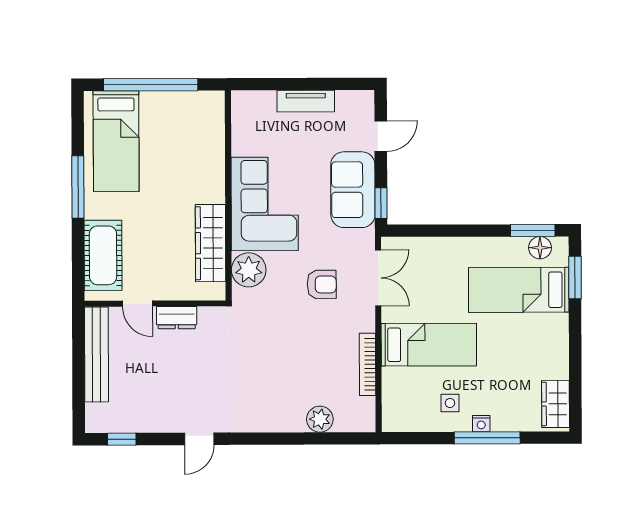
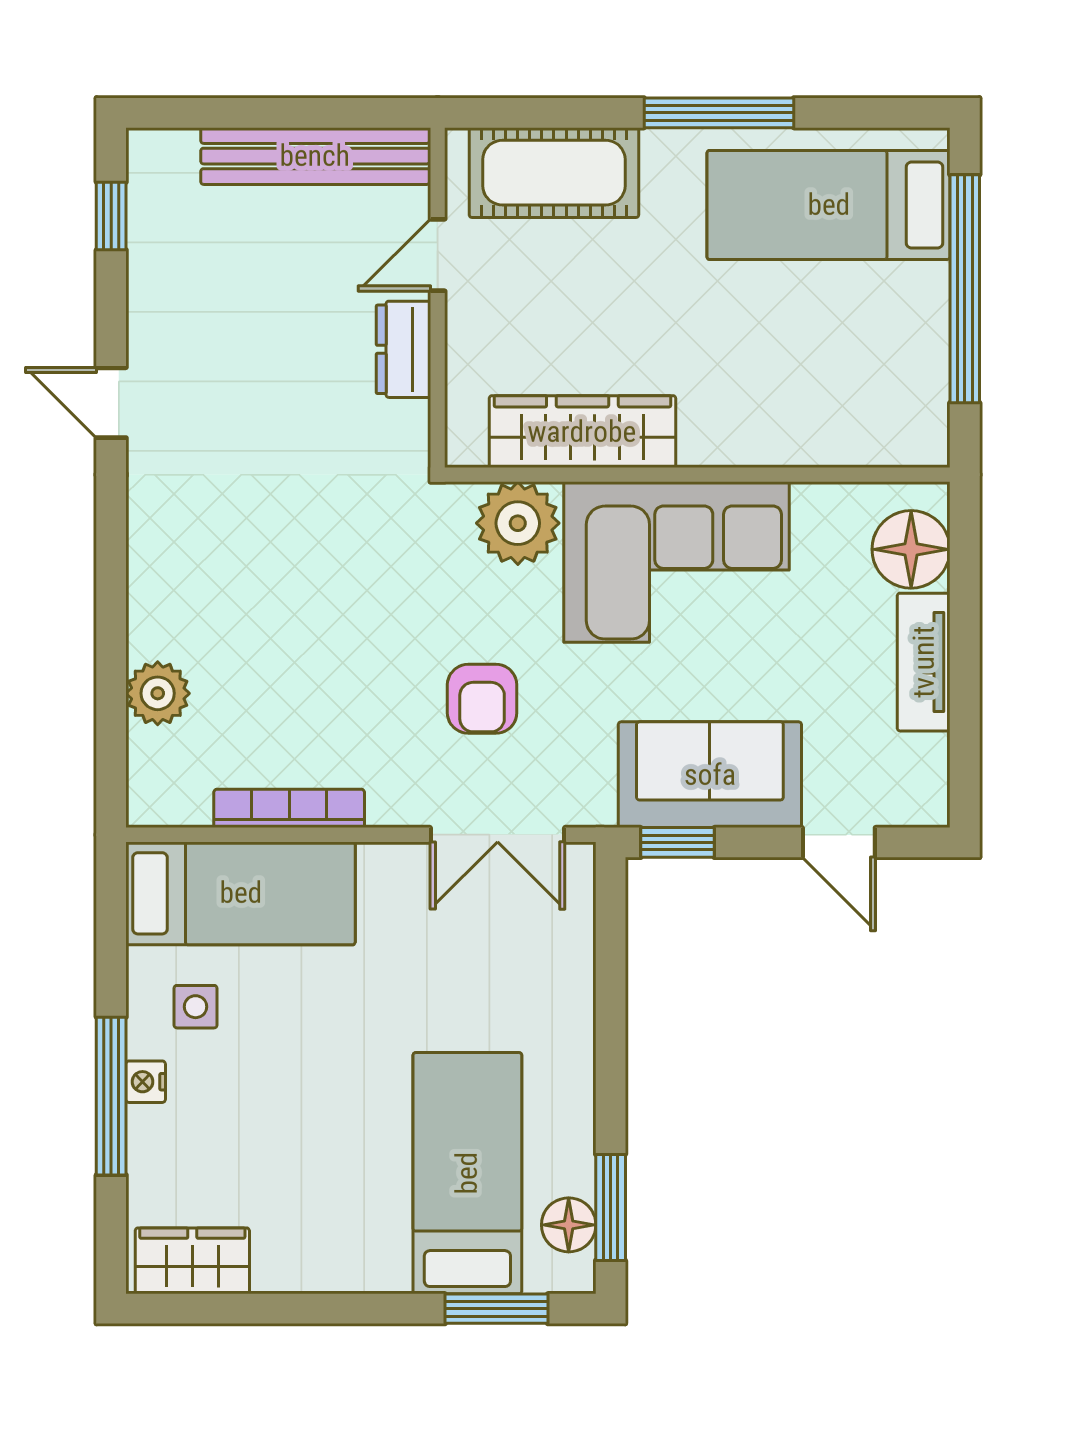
floor lamp: (259, 106) -> (911, 549), added
bed: (429, 345) -> (241, 893), moved, turned -90

